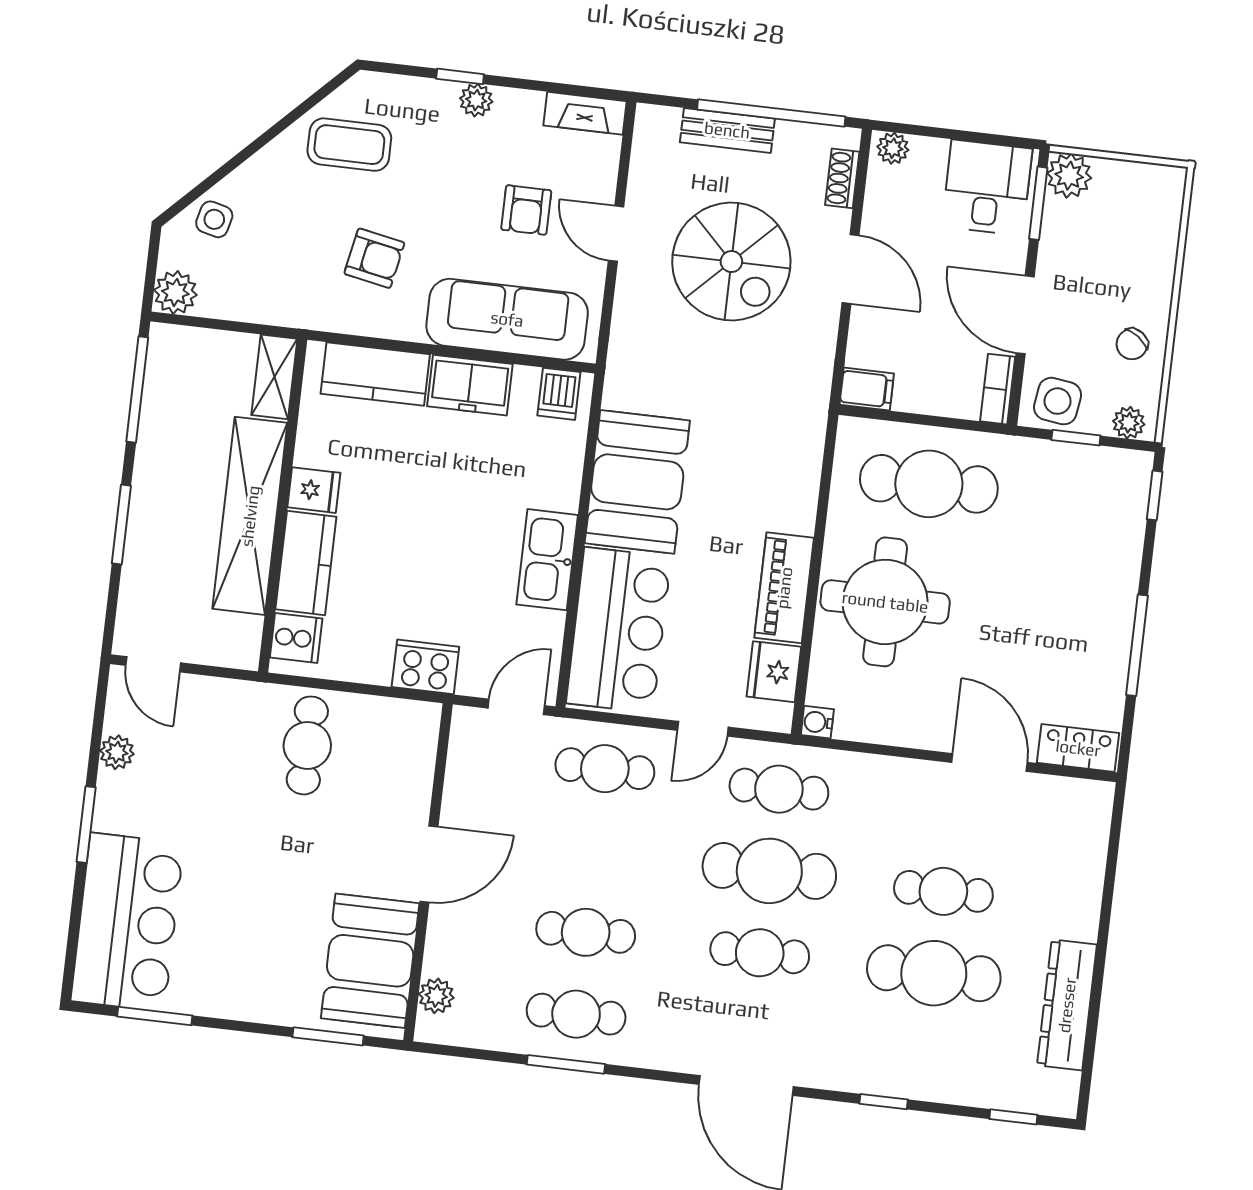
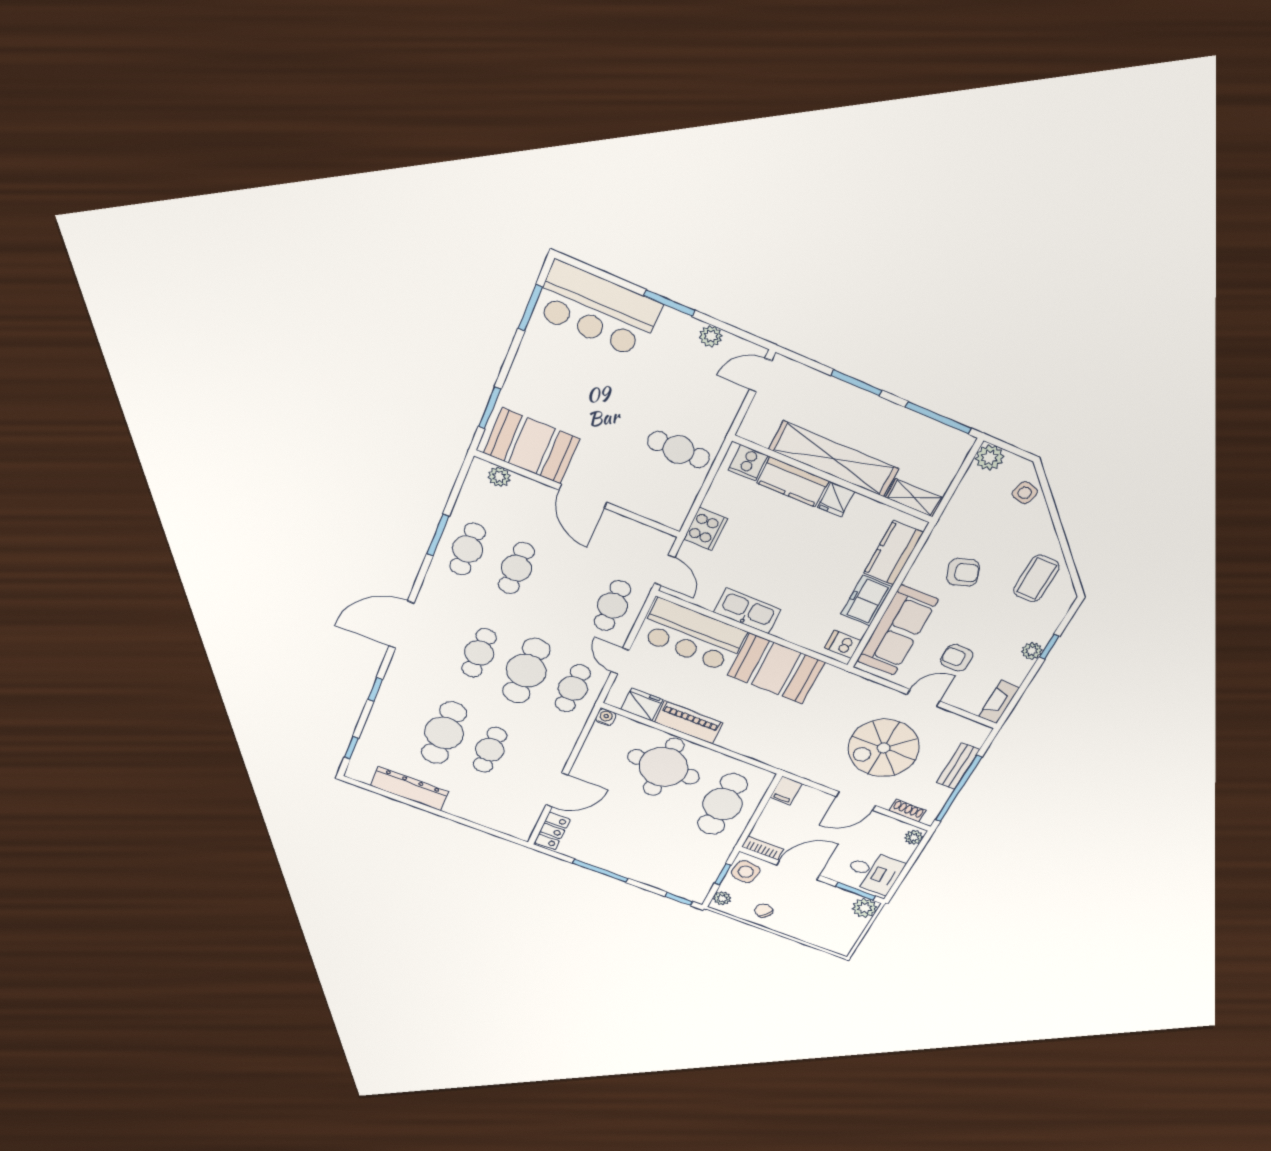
armchair: (374, 258) -> (963, 572), turned -120

